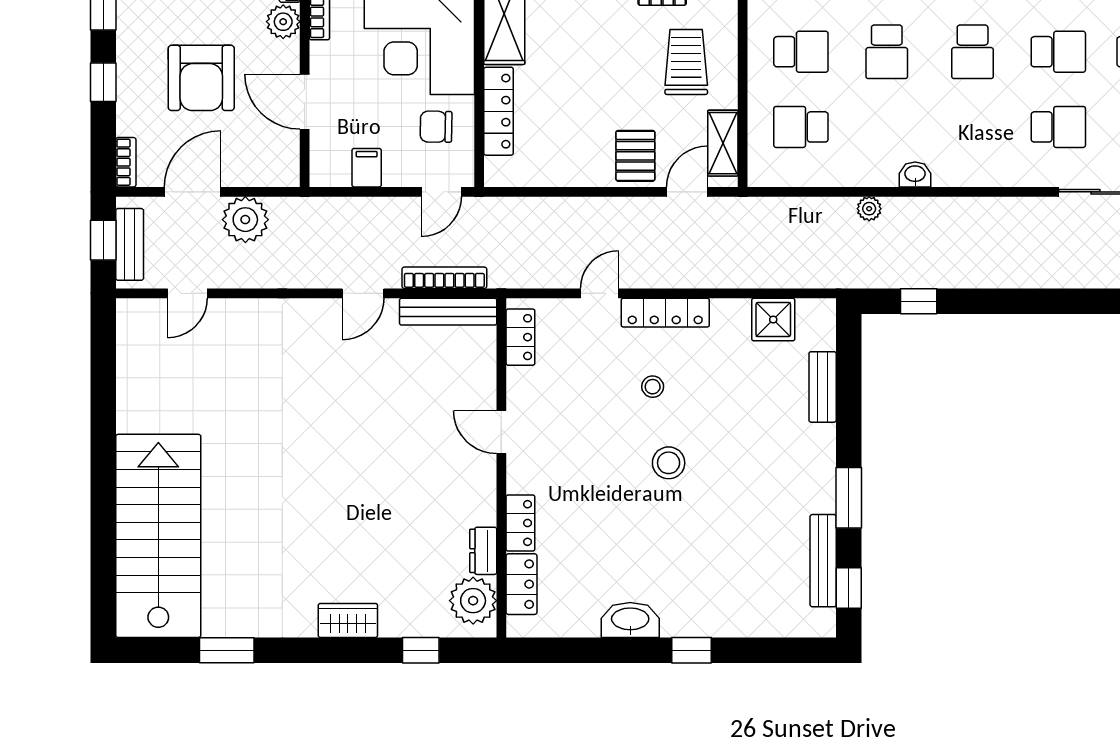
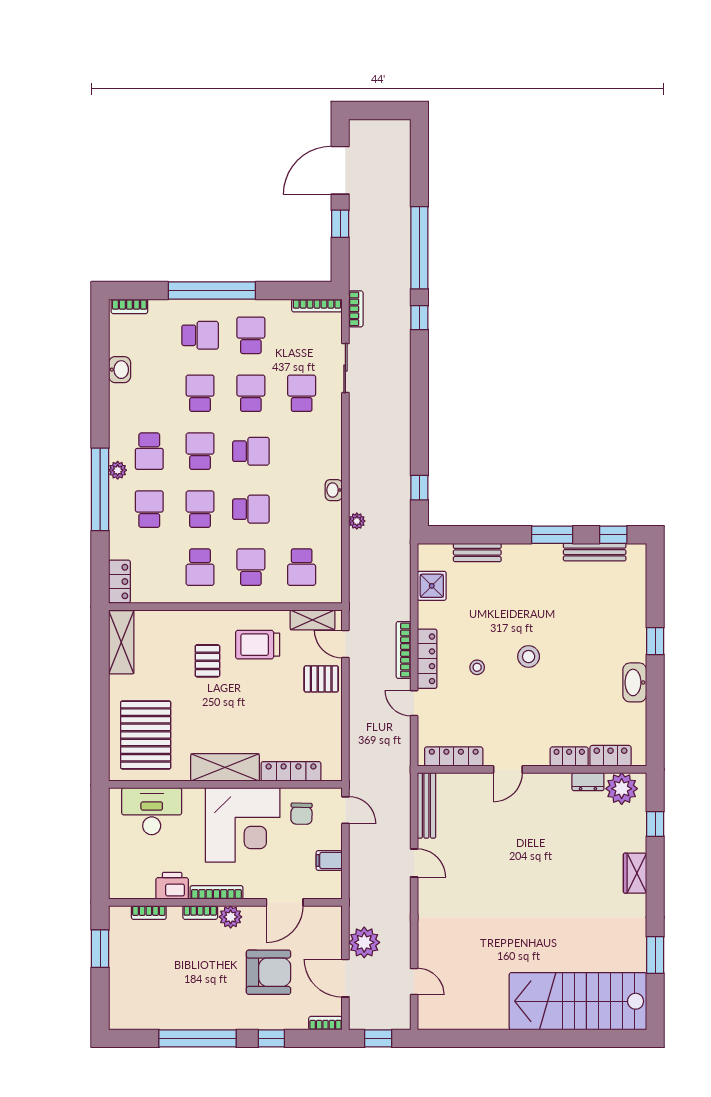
bench: (130, 244) -> (381, 1021), removed
bookcase: (444, 278) -> (404, 650), moved
locker: (520, 337) -> (454, 757), width x1.53

